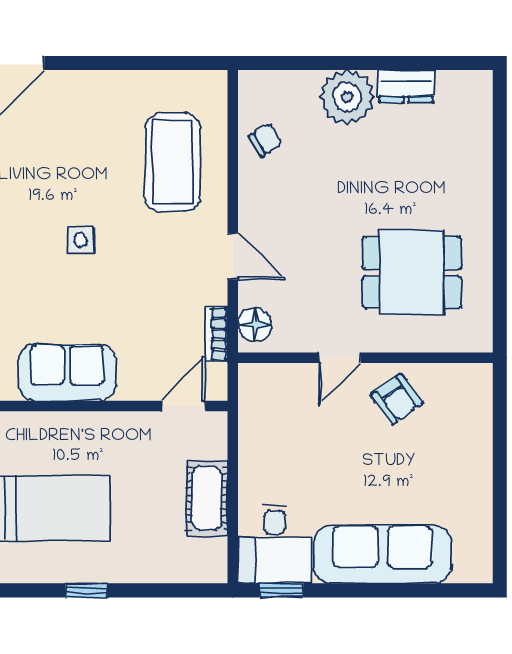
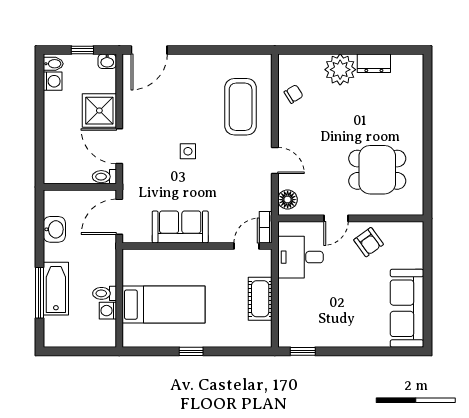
bookcase: (216, 334) -> (266, 227), moved
desk: (275, 544) -> (300, 257), moved, turned 90
sofa: (383, 554) -> (407, 308), moved, turned -90

